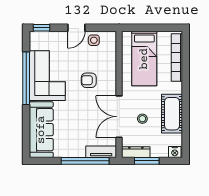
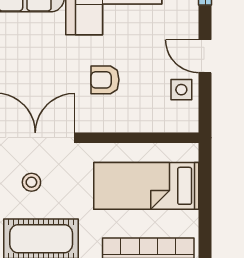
armchair: (89, 80) -> (105, 80), turned -90

